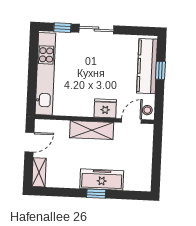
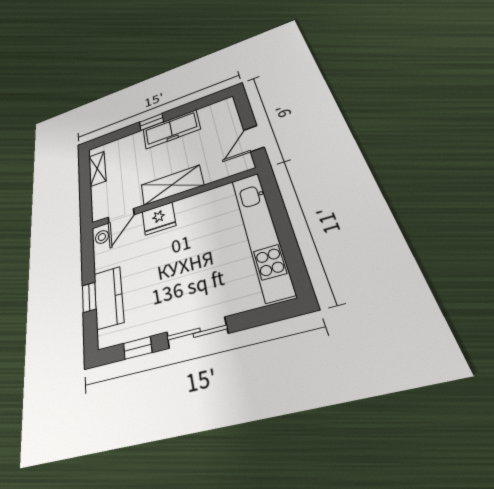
window: (62, 28) -> (138, 348), moved
kitchen counter: (147, 66) -> (109, 297), width x0.67
shelving: (39, 172) -> (97, 169), moved
freezer: (102, 180) -> (171, 129), moved

